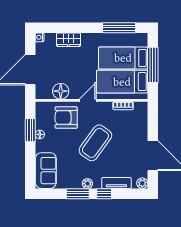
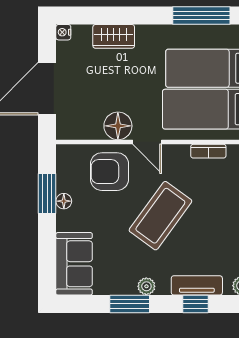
floor lamp: (61, 91) -> (118, 126), moved
door: (88, 100) -> (147, 142), swing flipped
window: (104, 194) -> (196, 304), moved

